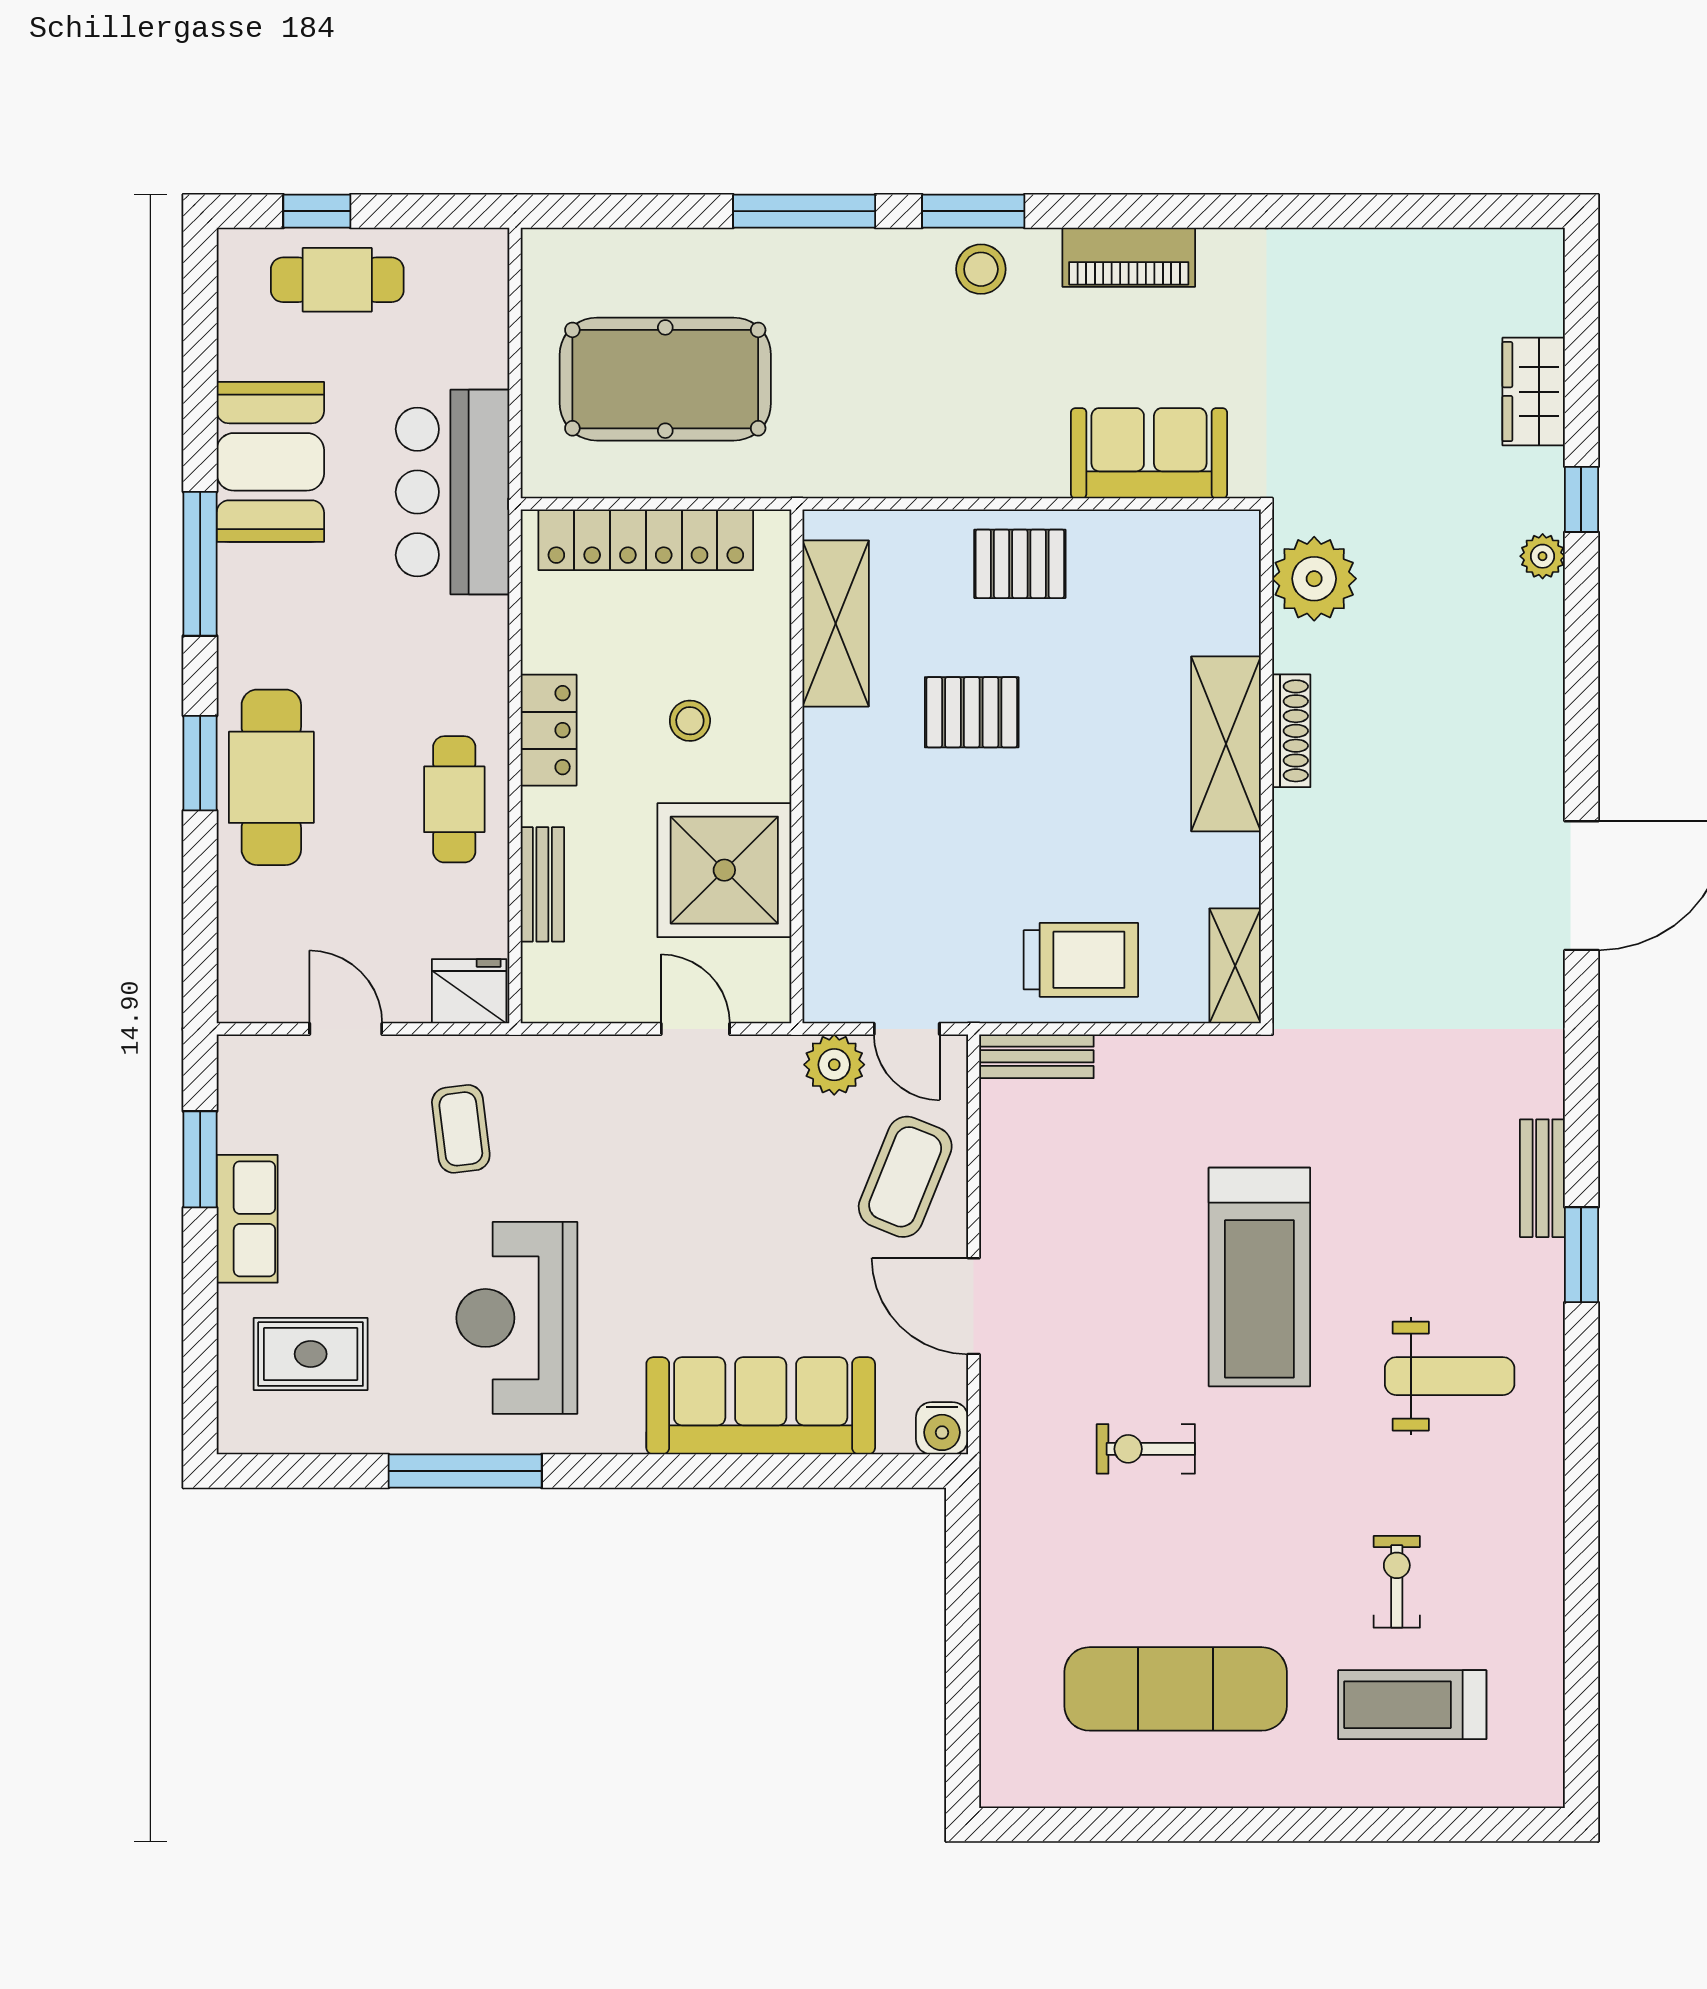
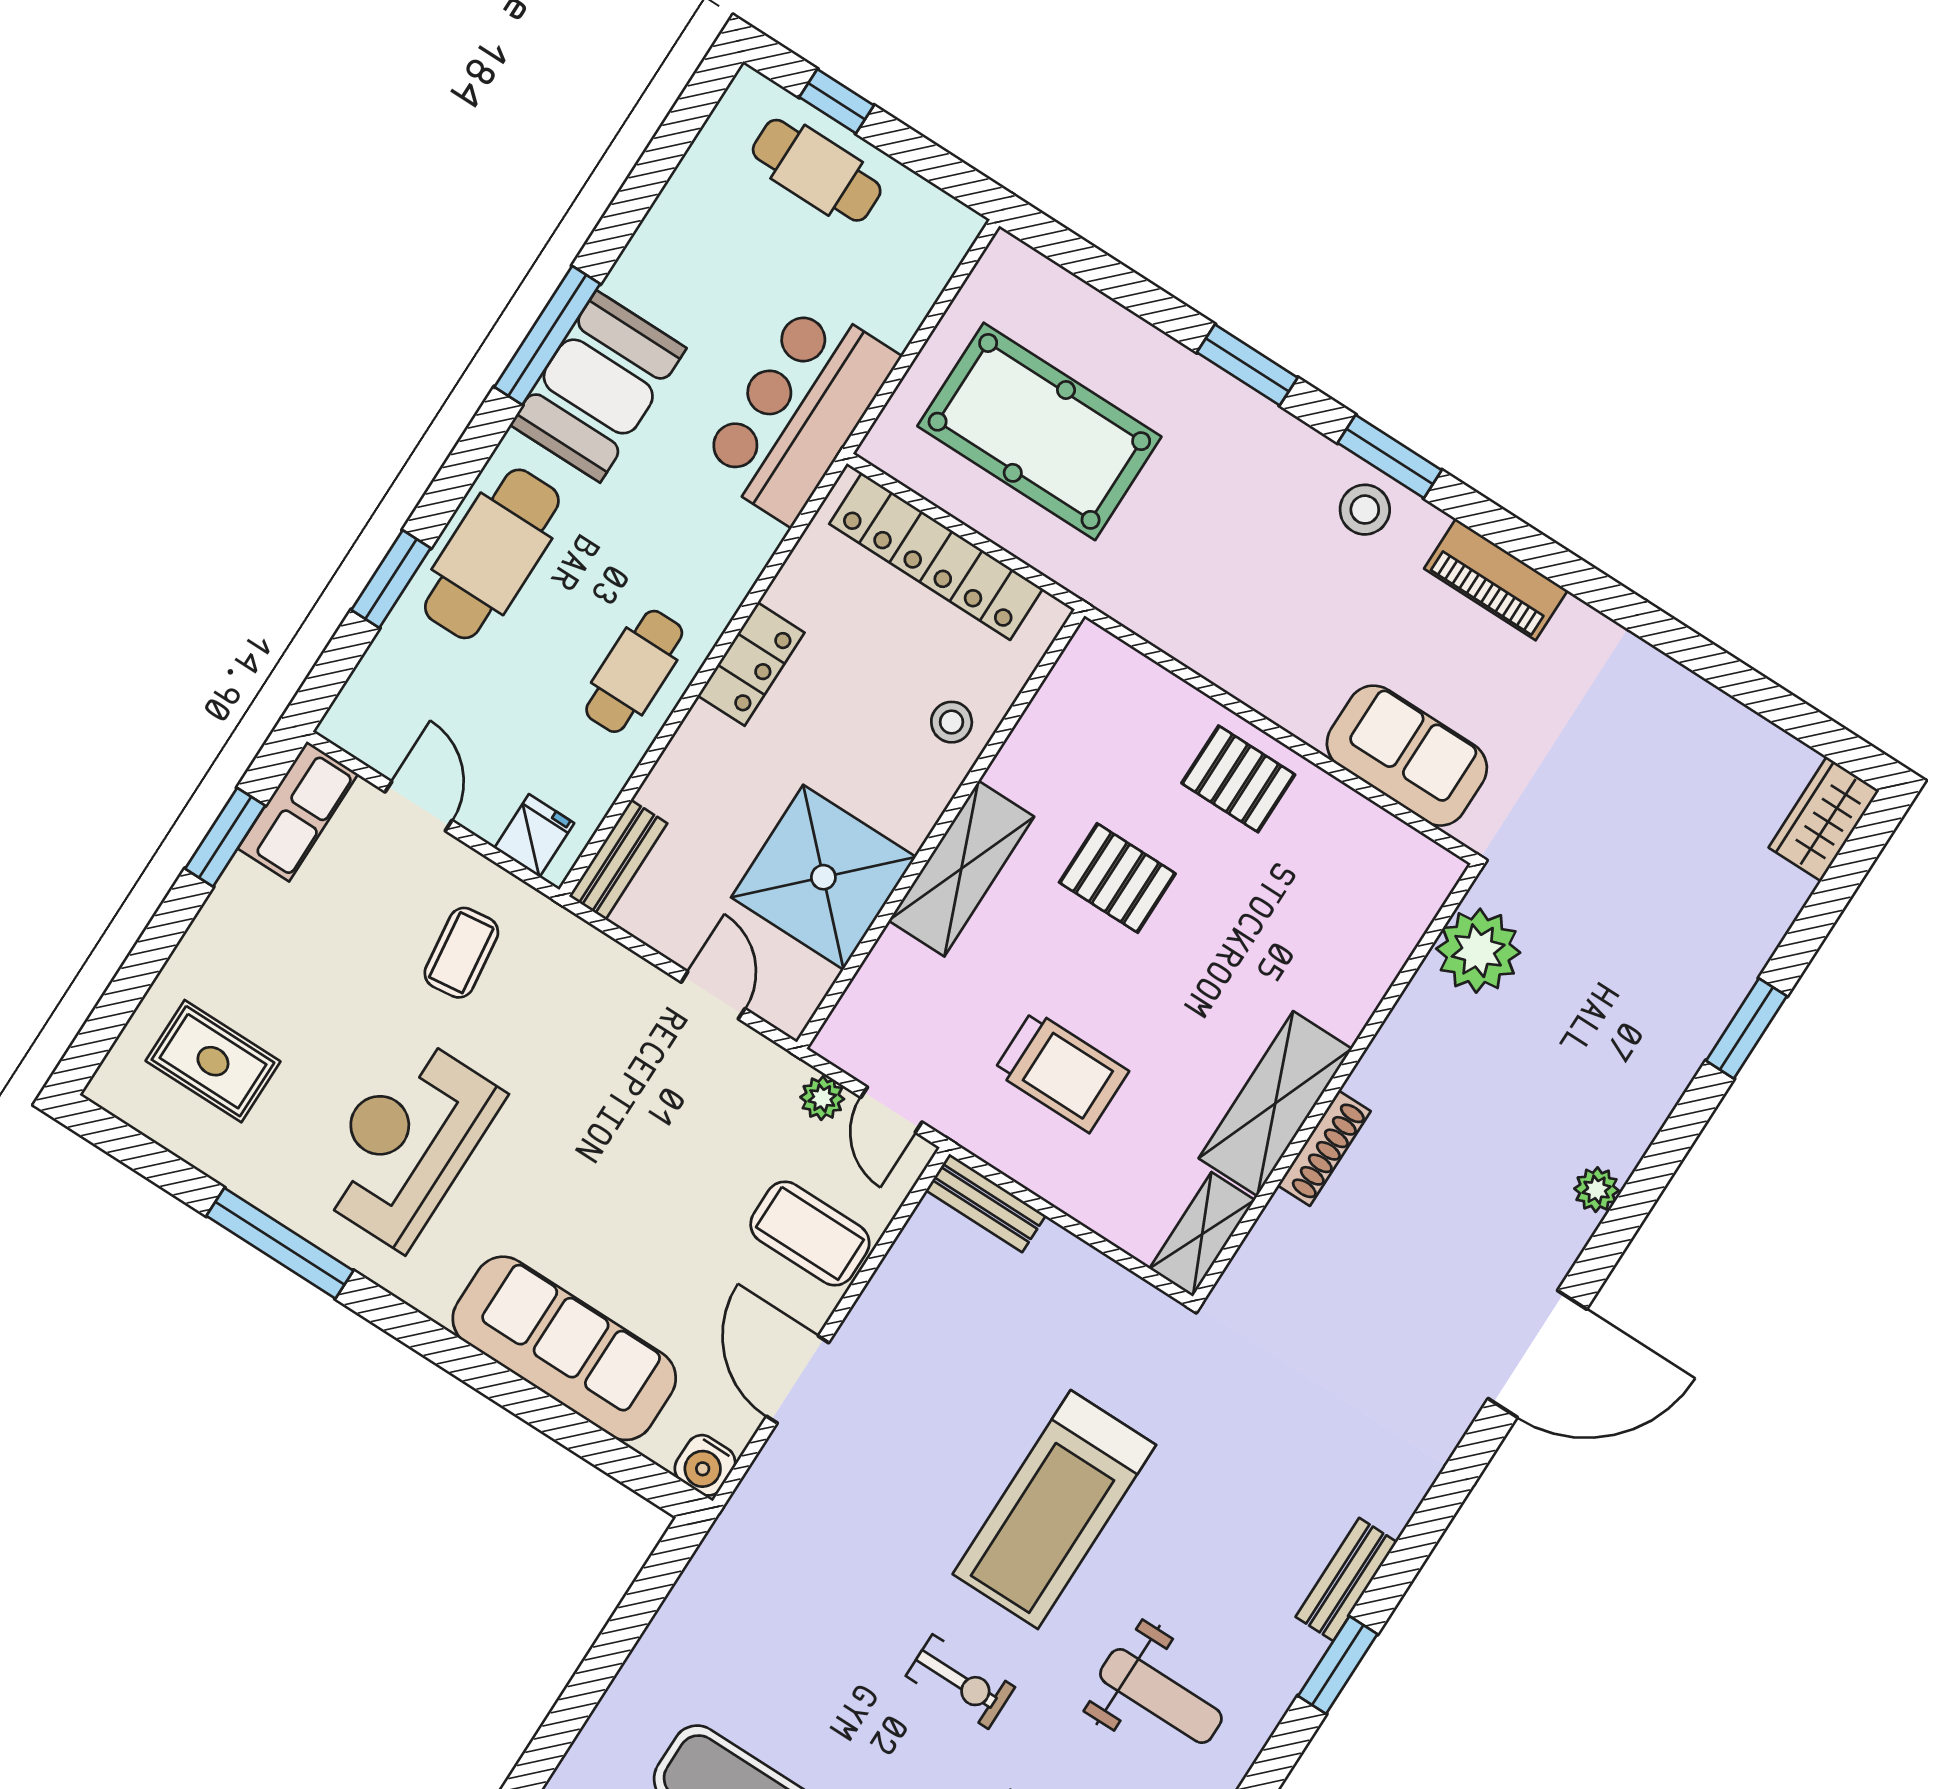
window: (804, 211) -> (1247, 365), width x0.69
wardrobe: (1534, 392) -> (1824, 819), moved
booth: (270, 462) -> (598, 386), moved
window: (1581, 499) -> (1746, 1028), width x1.50
plant: (1543, 556) -> (1597, 1190), moved
shelving: (836, 623) -> (961, 869), moved
stool: (690, 721) -> (952, 722), moved
shoe rack: (1291, 731) -> (1324, 1148), moved
shelving: (1226, 744) -> (1275, 1104), moved
window: (200, 763) -> (391, 579), moved
bench: (542, 884) -> (618, 860), moved
trolley: (1081, 960) -> (1061, 1071), moved
fridge: (469, 991) -> (534, 836), width x0.72
plant: (834, 1065) -> (822, 1098), width x0.73, depth x0.73
coffee table: (905, 1177) -> (810, 1233), turned 68
row of seats: (247, 1219) -> (298, 811), moved
exercise bike: (1146, 1449) -> (960, 1682), moved, turned 180

